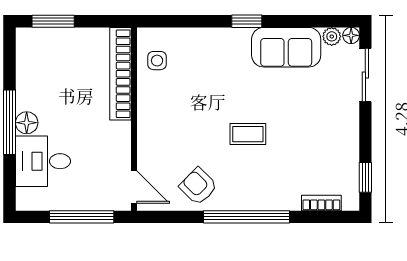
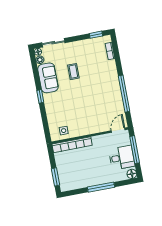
floor lamp: (27, 123) -> (132, 174), moved
coffee table: (248, 134) -> (73, 72), moved
desk: (43, 161) -> (122, 158), moved, turned -90
armchair: (198, 186) -> (113, 104), removed
window: (246, 217) -> (124, 94), moved

